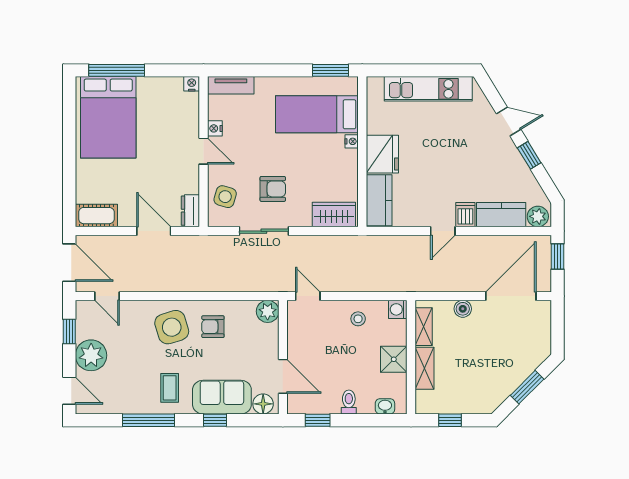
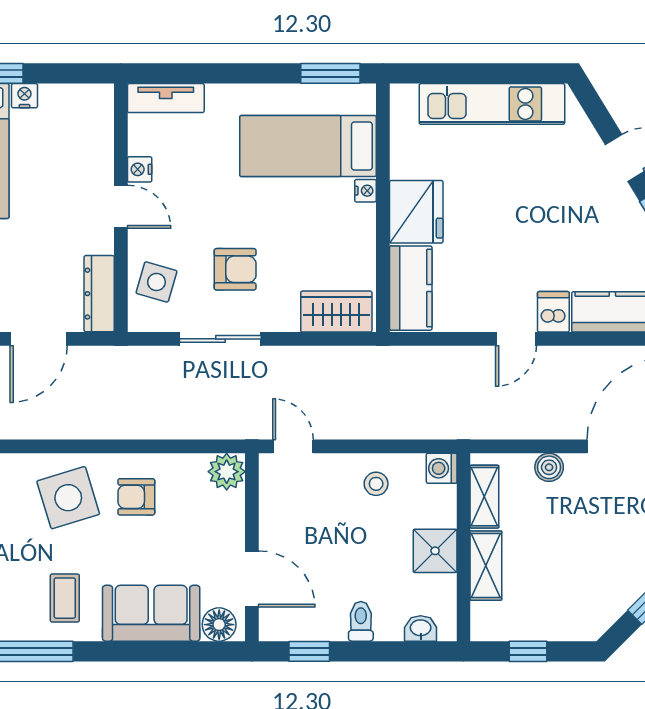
nightstand: (192, 84) -> (24, 96), moved
dresser: (190, 211) -> (99, 294), width x1.44
door: (154, 231) -> (39, 339), swing flipped
window: (215, 420) -> (140, 651), removed

